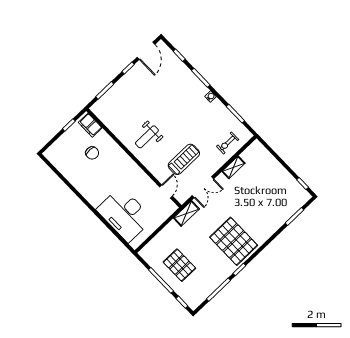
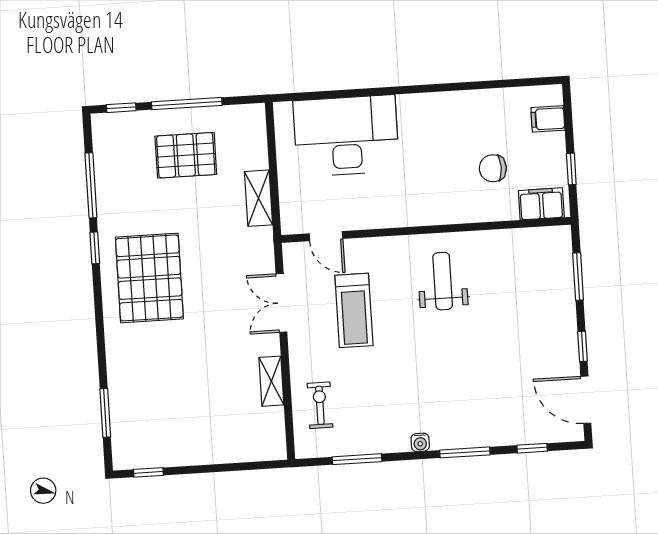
filing cabinet: (58, 148) -> (548, 119), added
shelving: (186, 214) -> (259, 198), moved
pallet: (234, 241) -> (149, 278), turned 90

